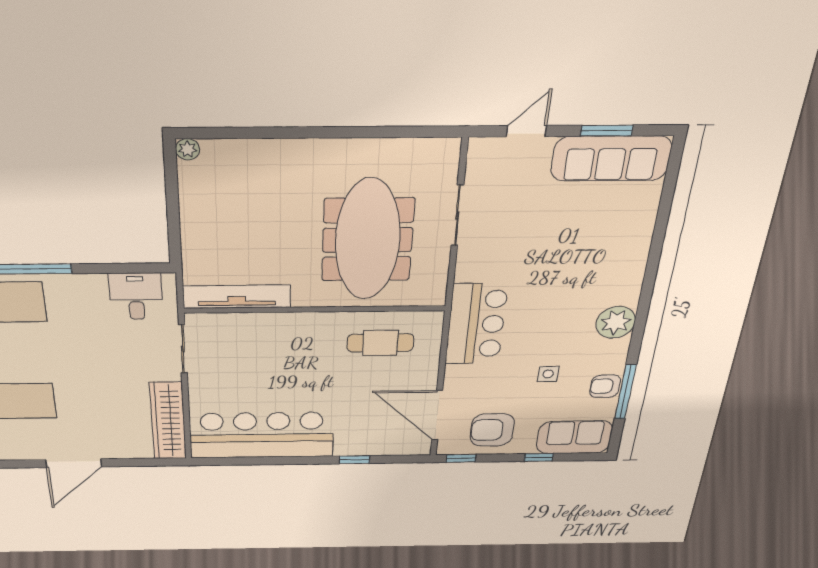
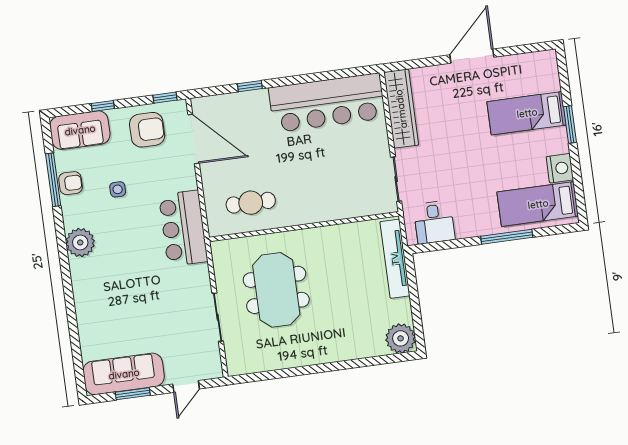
plant: (188, 149) -> (401, 338), width x1.87, depth x1.87
meeting table: (368, 240) -> (276, 290), width x0.73
tv unit: (237, 297) -> (395, 259), moved, turned 90

